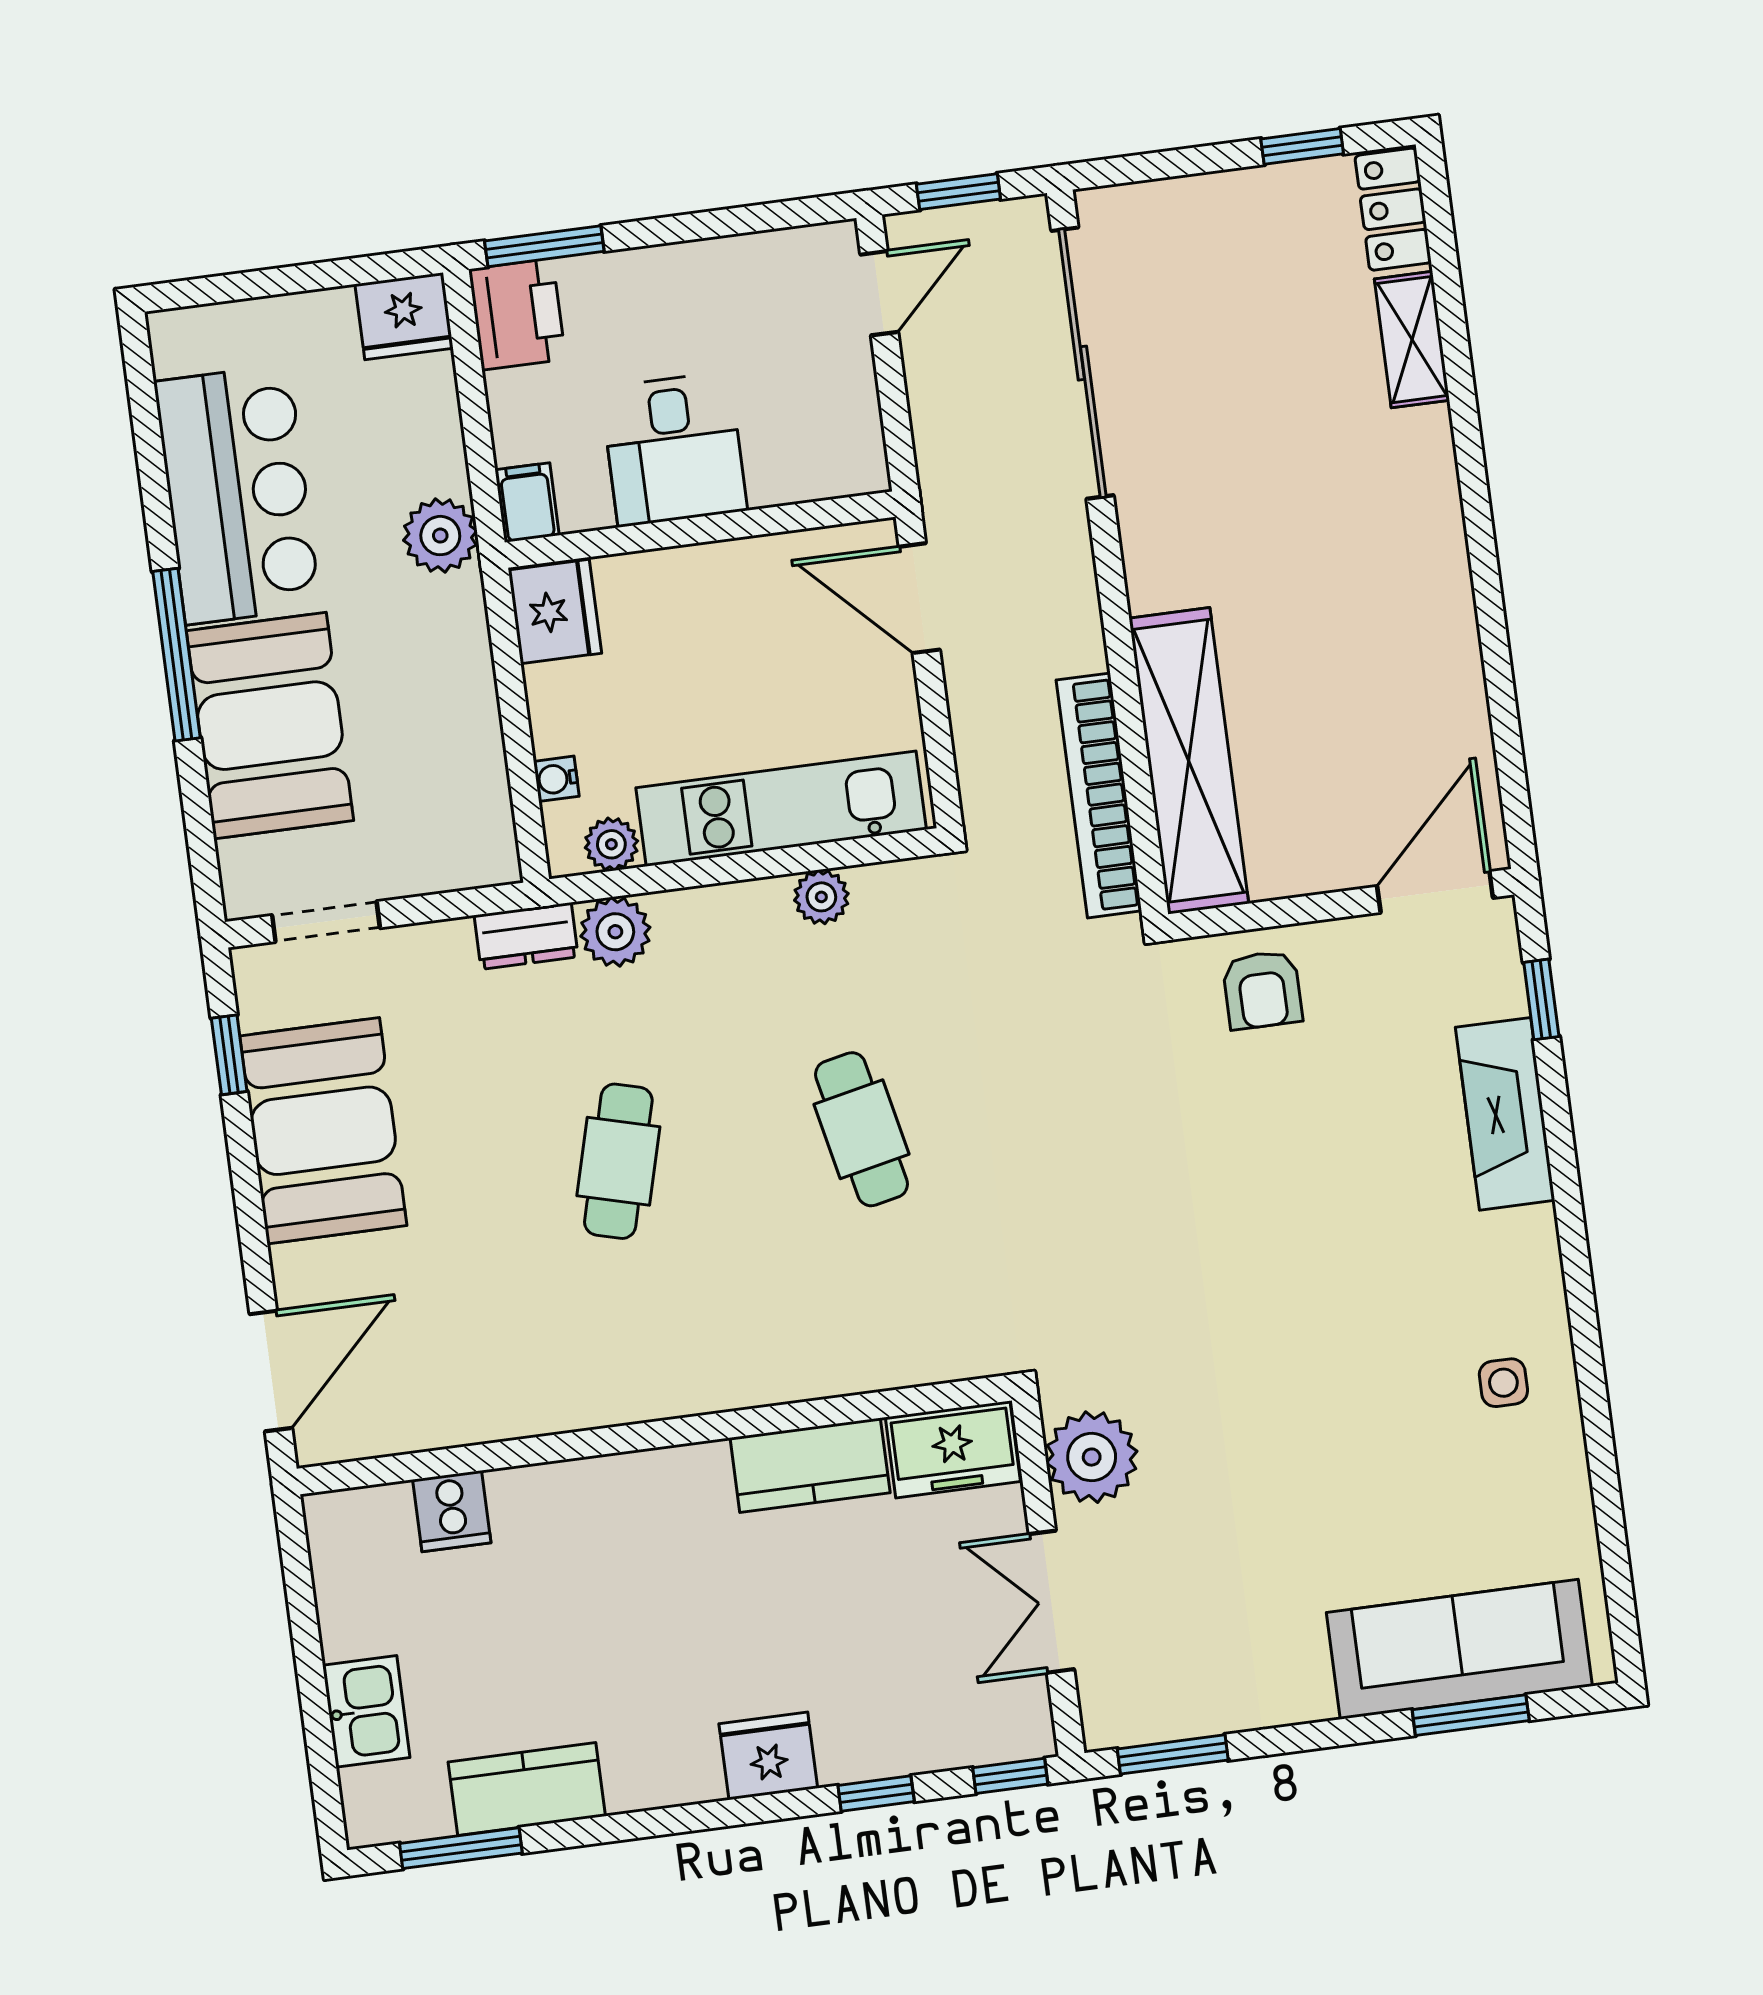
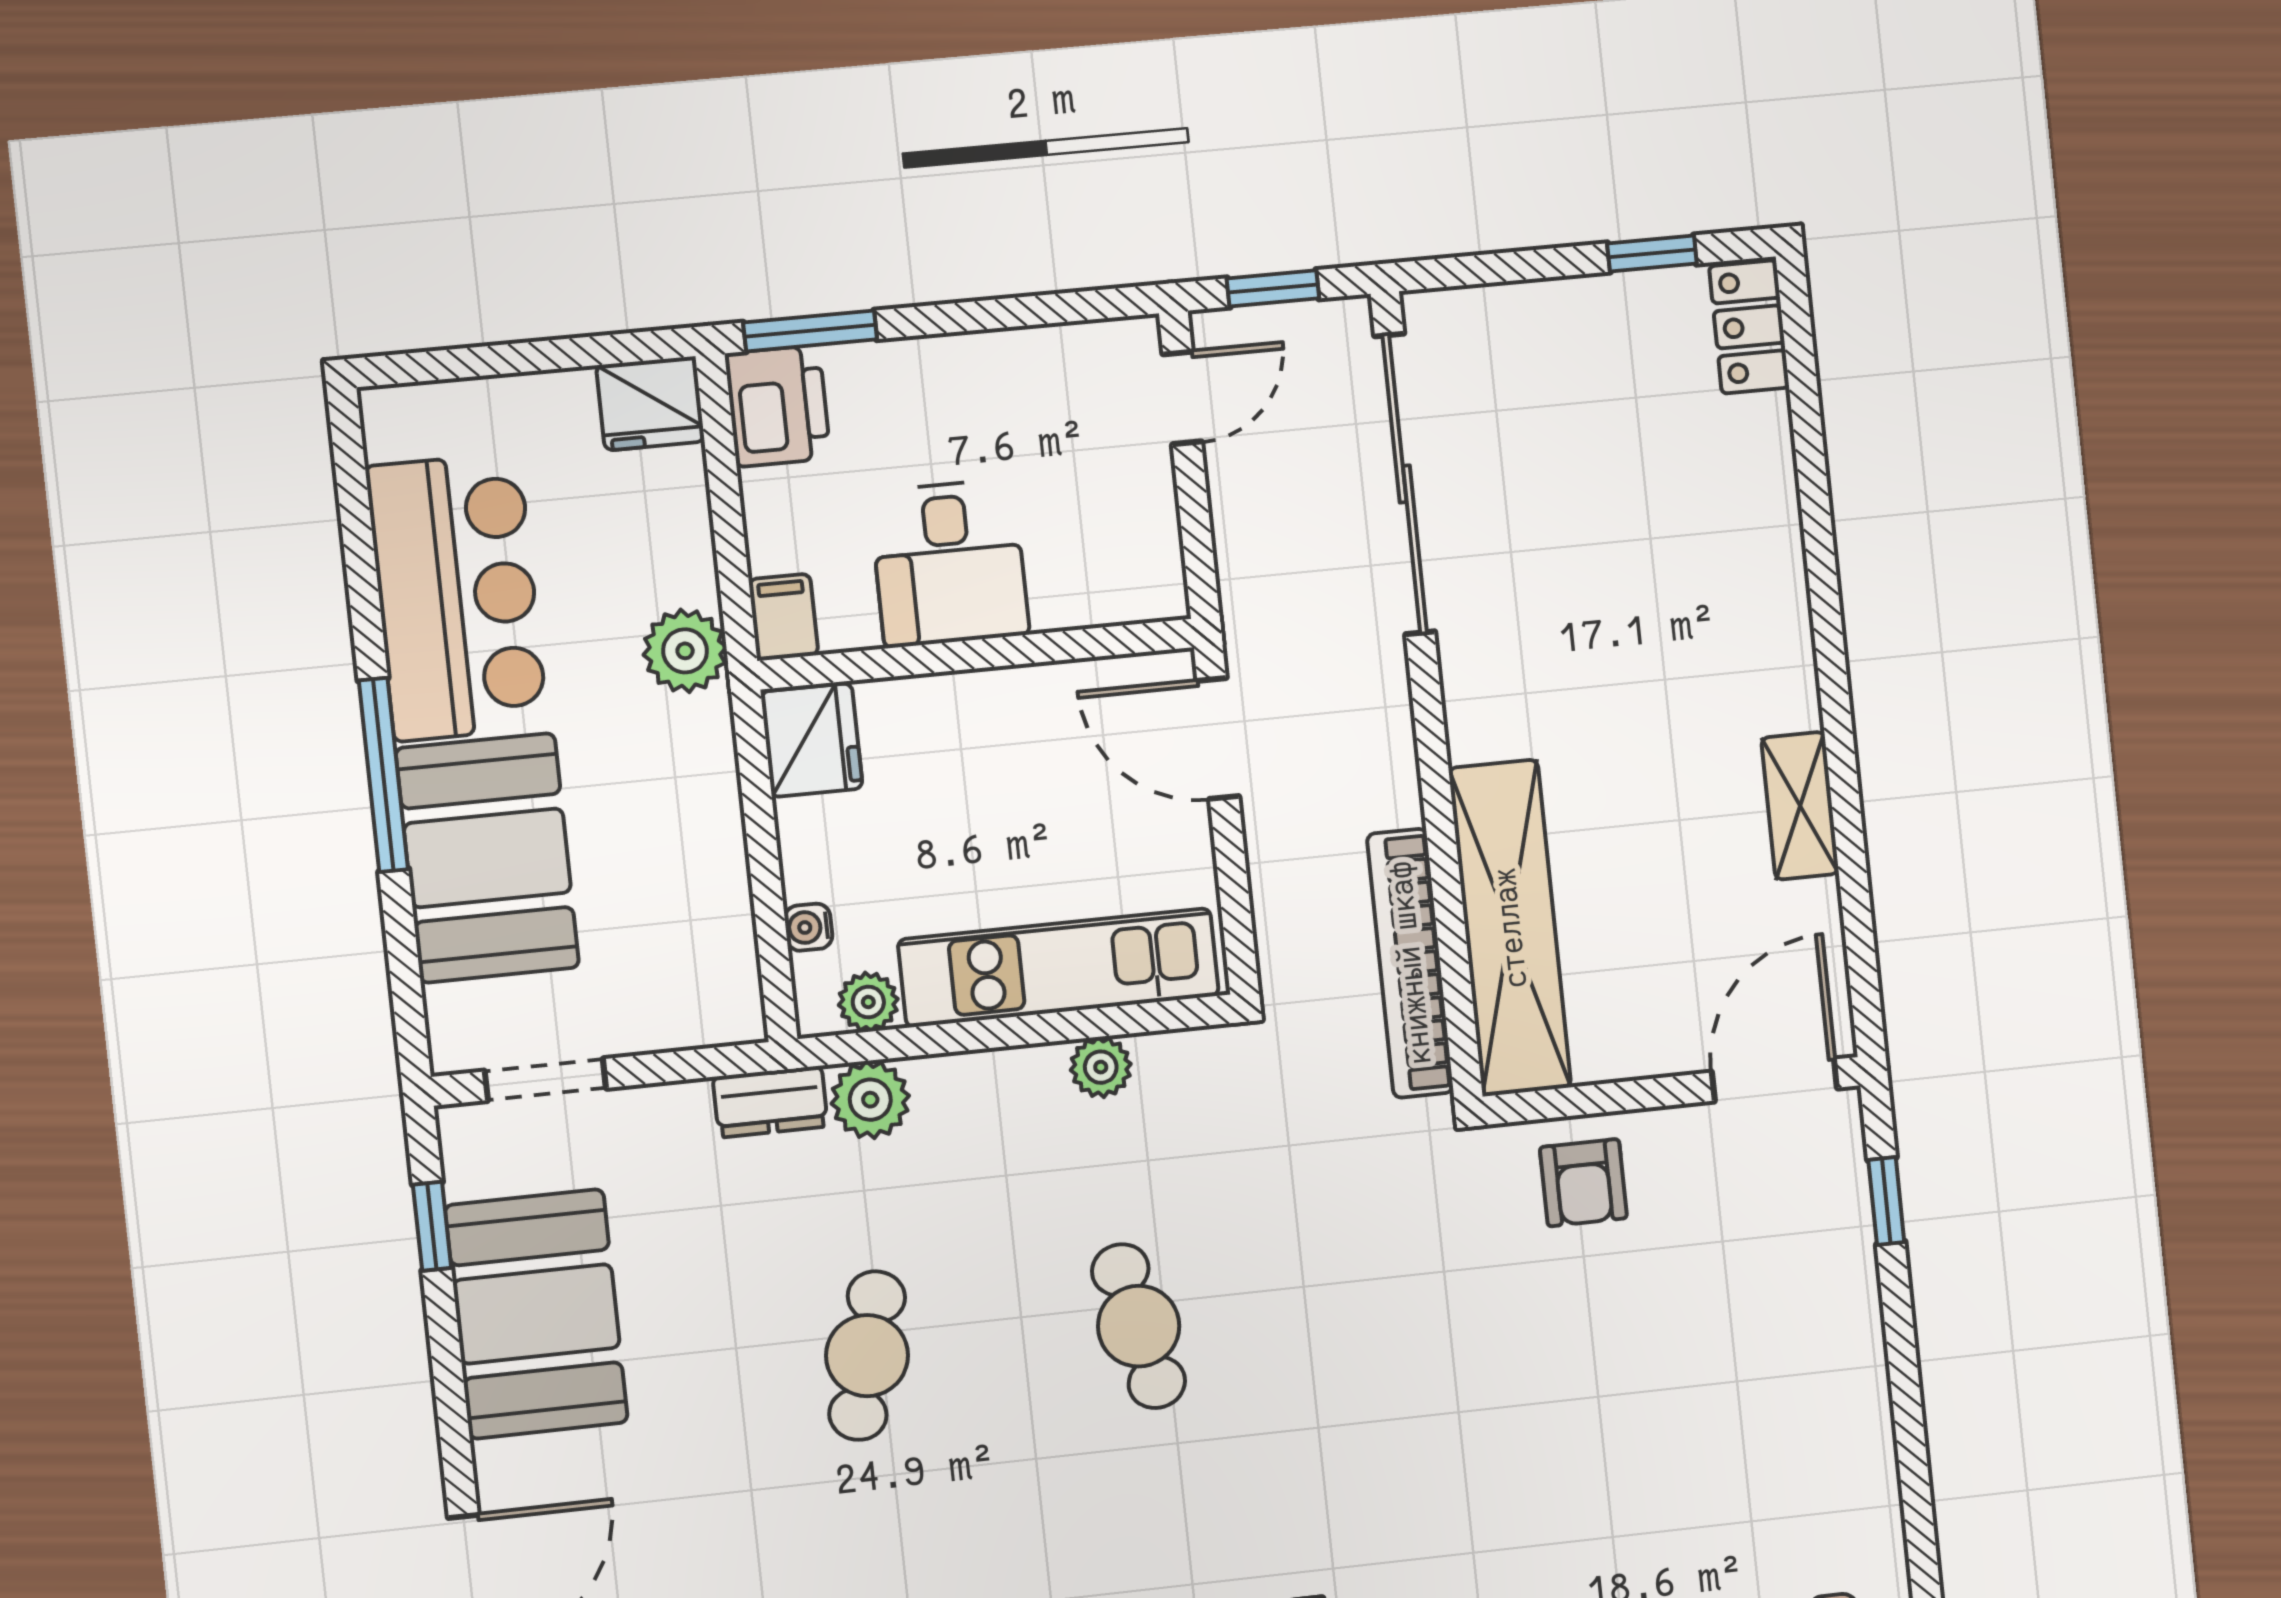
shelving: (1412, 340) -> (1800, 806), moved
fireplace: (1505, 1114) -> (1844, 1325), removed

